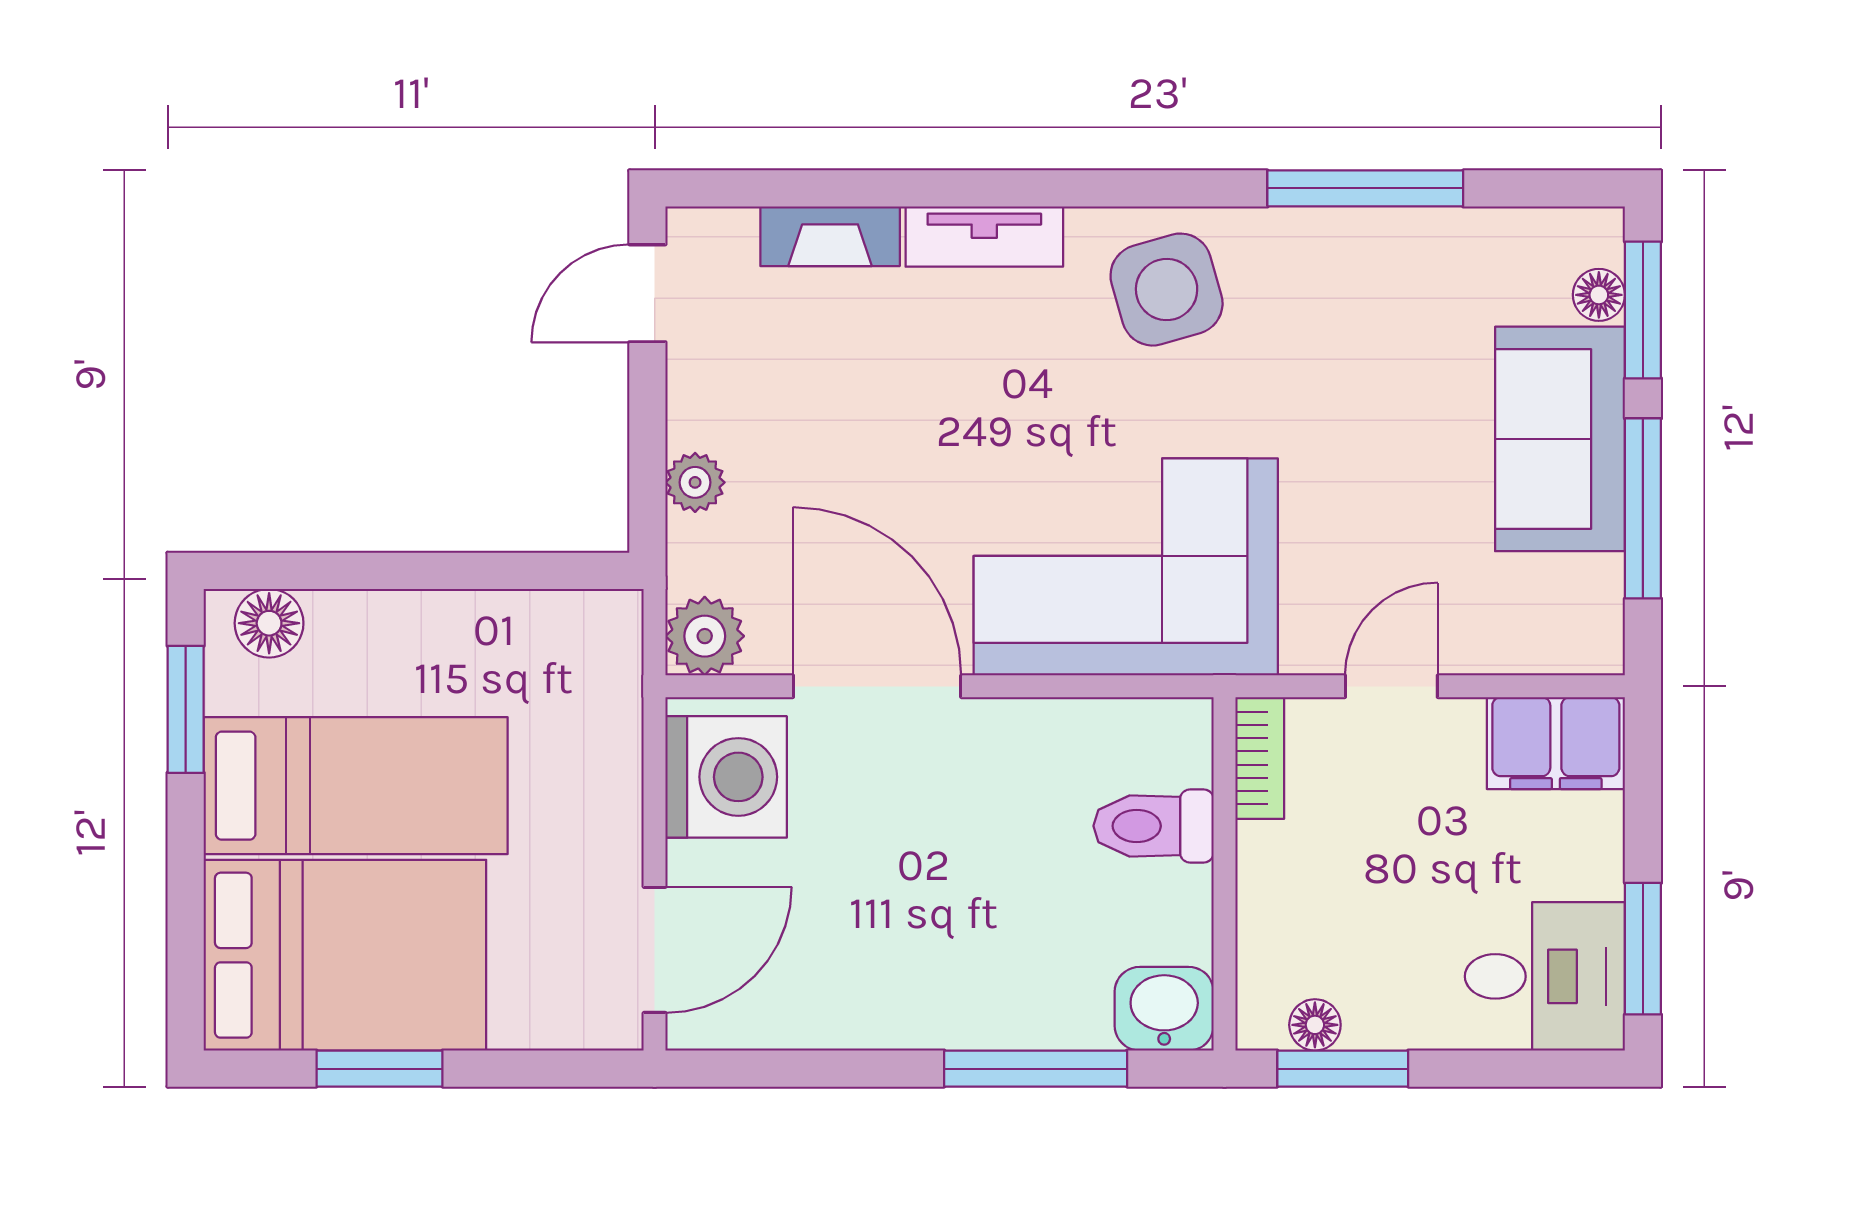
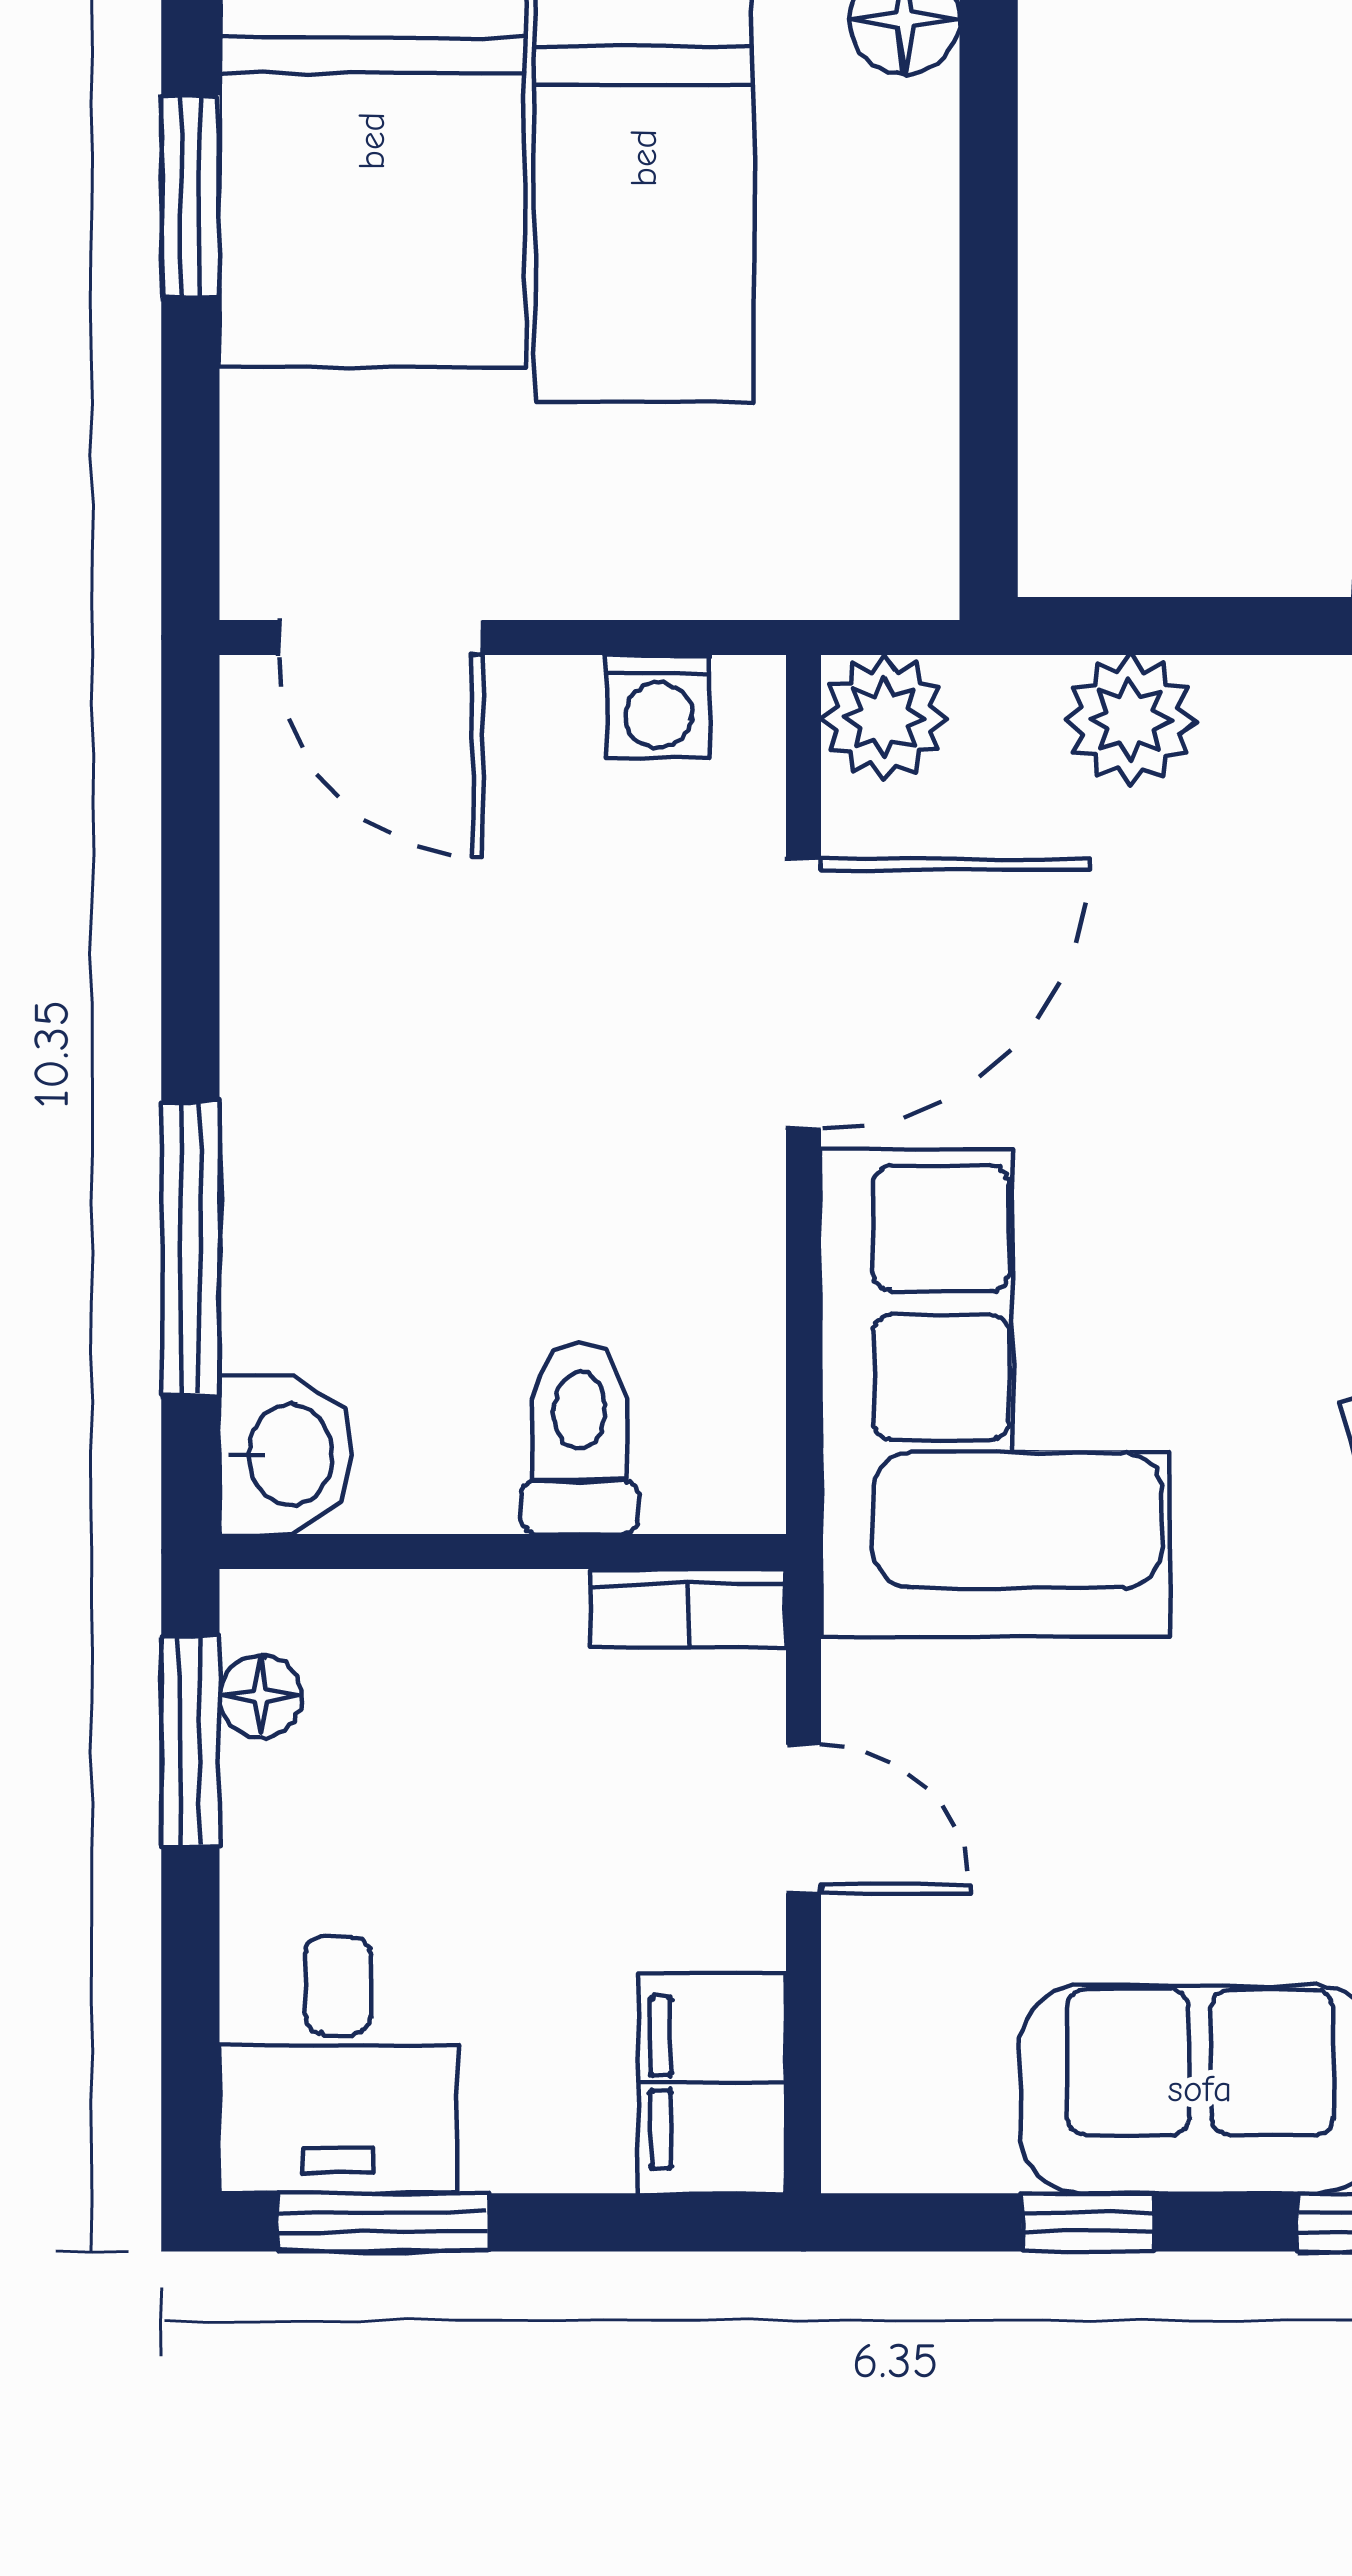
plant: (695, 482) -> (1130, 720), width x1.38, depth x1.38
window: (1643, 508) -> (1089, 2222), width x0.46
washing machine: (726, 777) -> (658, 706), width x0.53, depth x0.53

